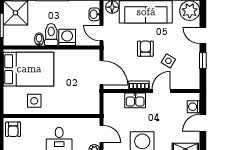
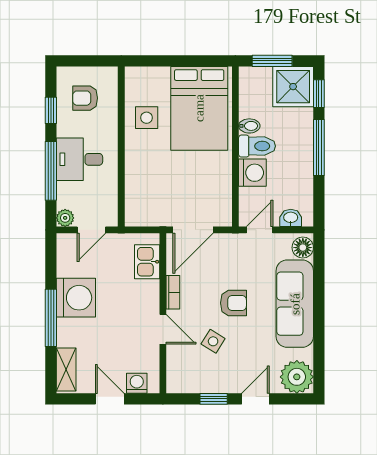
kitchen sink: (135, 100) -> (147, 262), moved
armchair: (13, 129) -> (85, 98), moved

